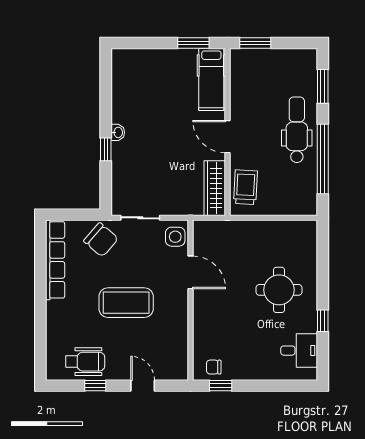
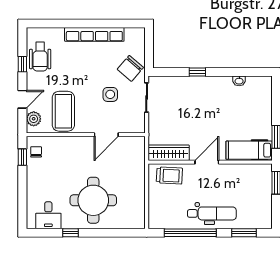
washbasin: (118, 132) -> (239, 81), moved
side table: (175, 237) -> (110, 94), moved
row of seats: (55, 260) -> (94, 34), moved
round table: (279, 290) -> (93, 200), width x1.36, depth x1.36
coffee table: (126, 303) -> (63, 111), moved
plant: (169, 370) -> (34, 119), added

